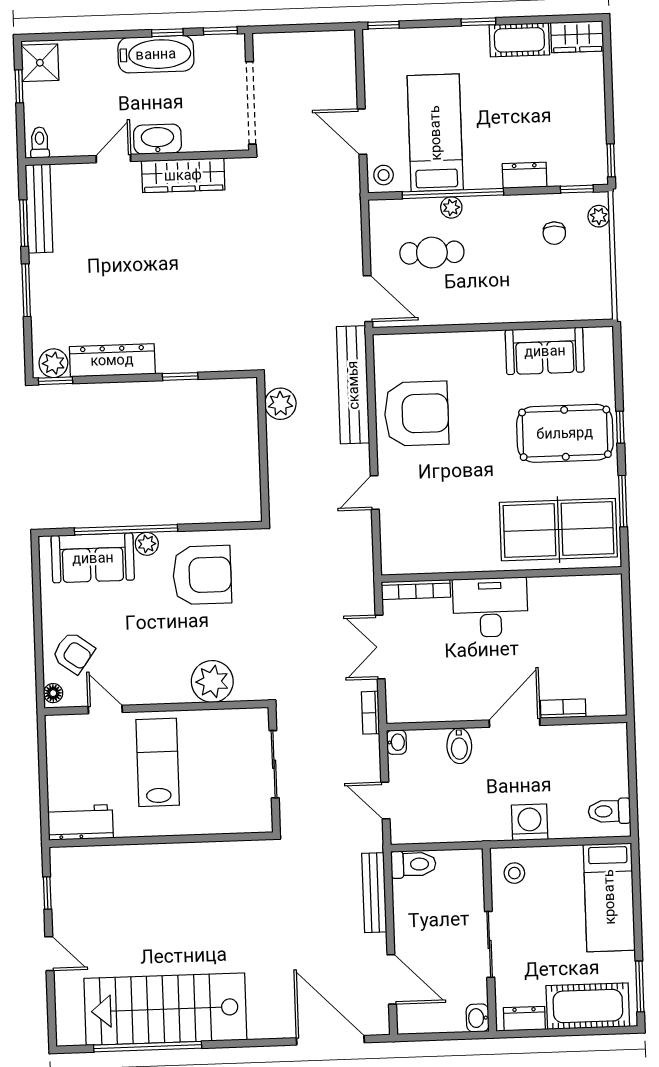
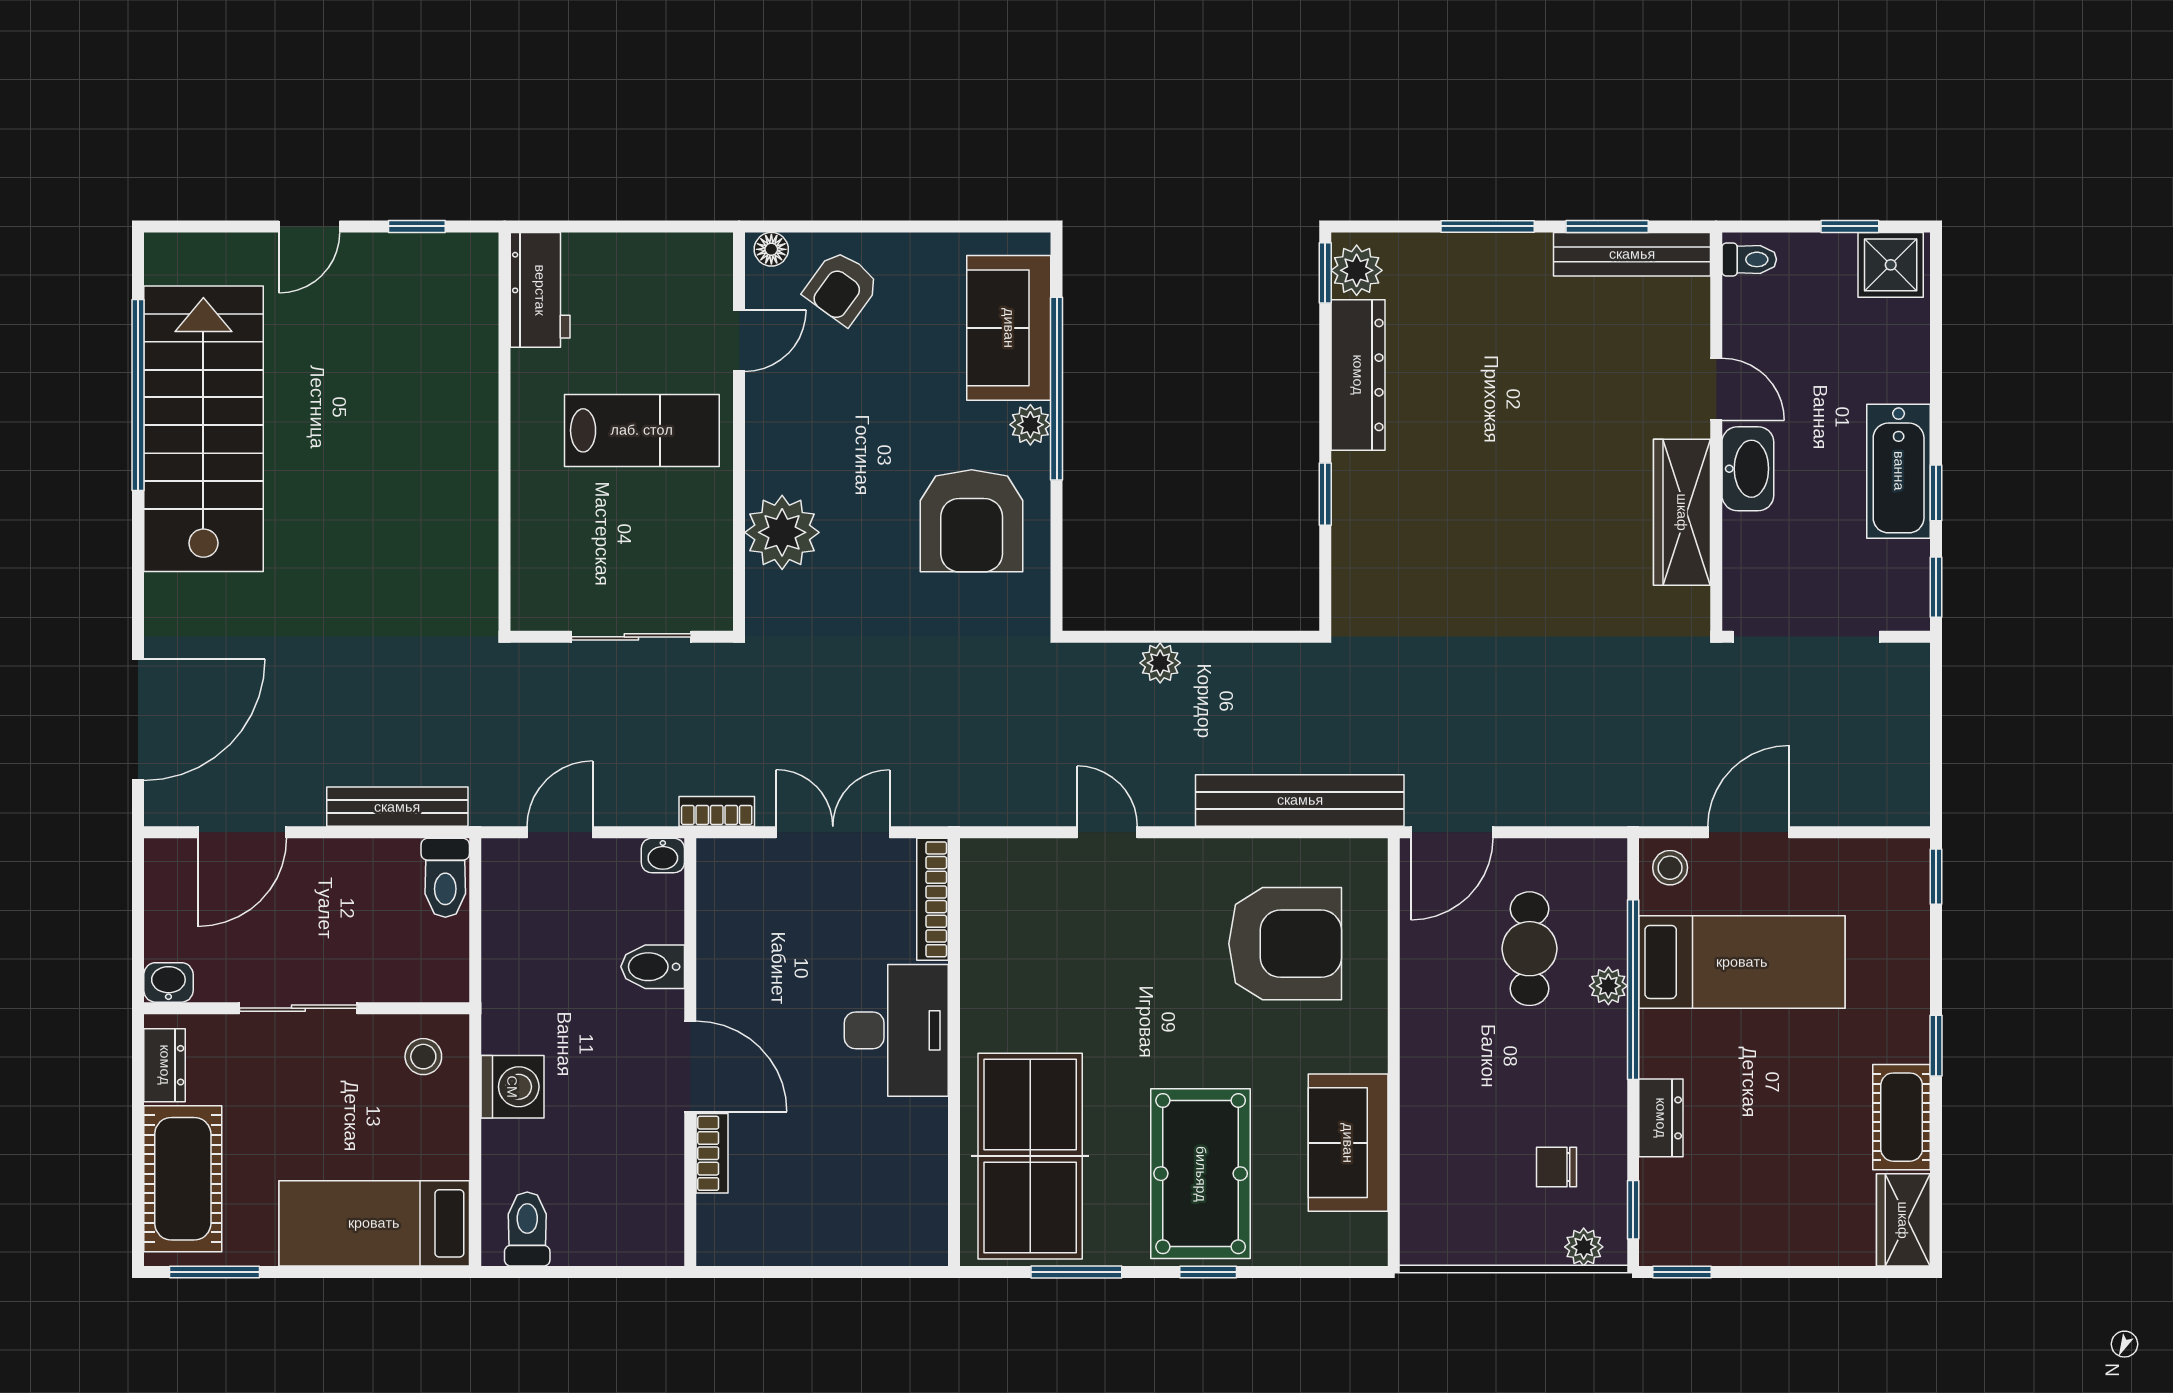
plant: (280, 404) -> (1160, 663), moved, width x0.73, depth x0.73
armchair: (416, 414) -> (1285, 944), moved, turned -90

